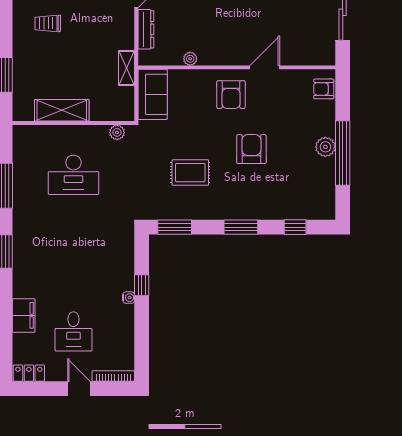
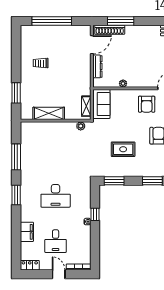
shelving: (127, 68) -> (86, 106), moved
desk: (73, 175) -> (56, 196), moved

